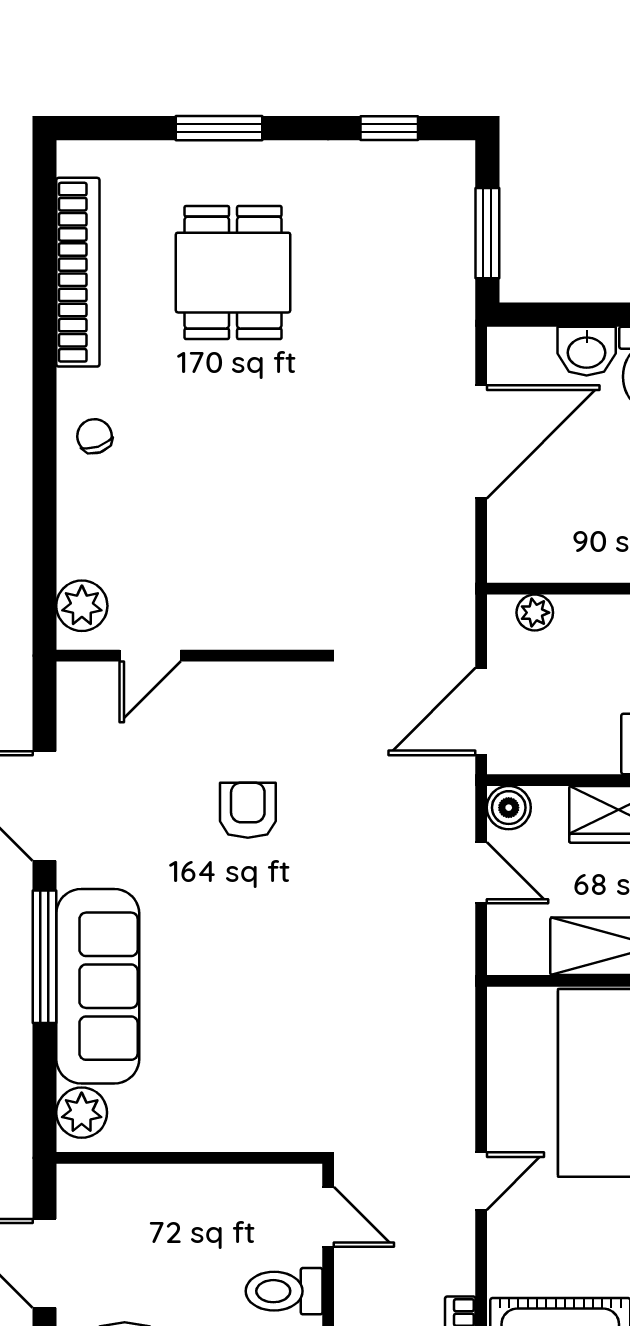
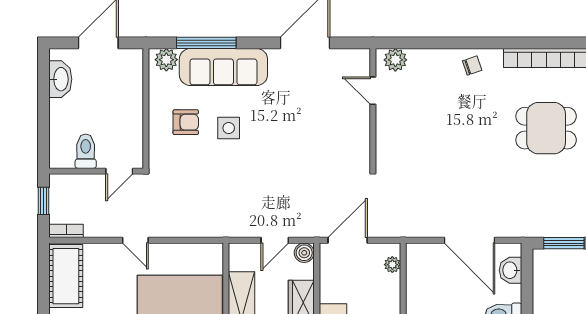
washbasin: (587, 351) -> (511, 270), moved
door: (481, 711) -> (348, 240), hinge flipped
armchair: (248, 810) -> (186, 122), moved
window: (44, 957) -> (206, 43), moved
side table: (233, 975) -> (229, 128), added

